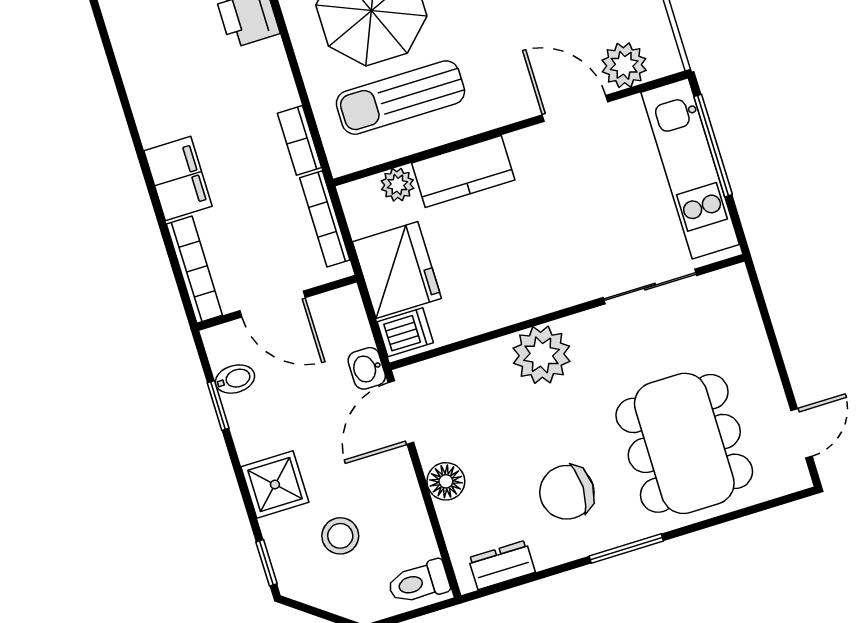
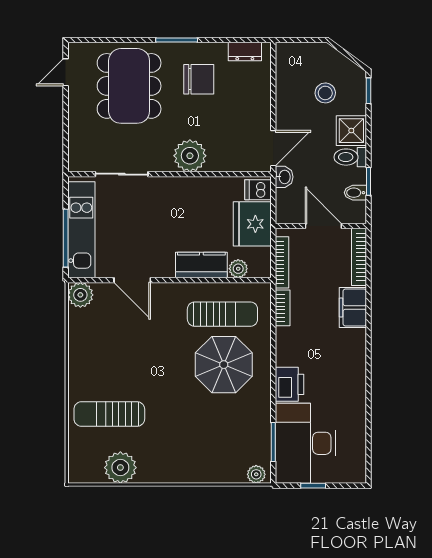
plant: (624, 65) -> (80, 295), moved
floor lamp: (446, 481) -> (261, 105), removed
toilet: (419, 582) -> (350, 157), moved, turned 180

